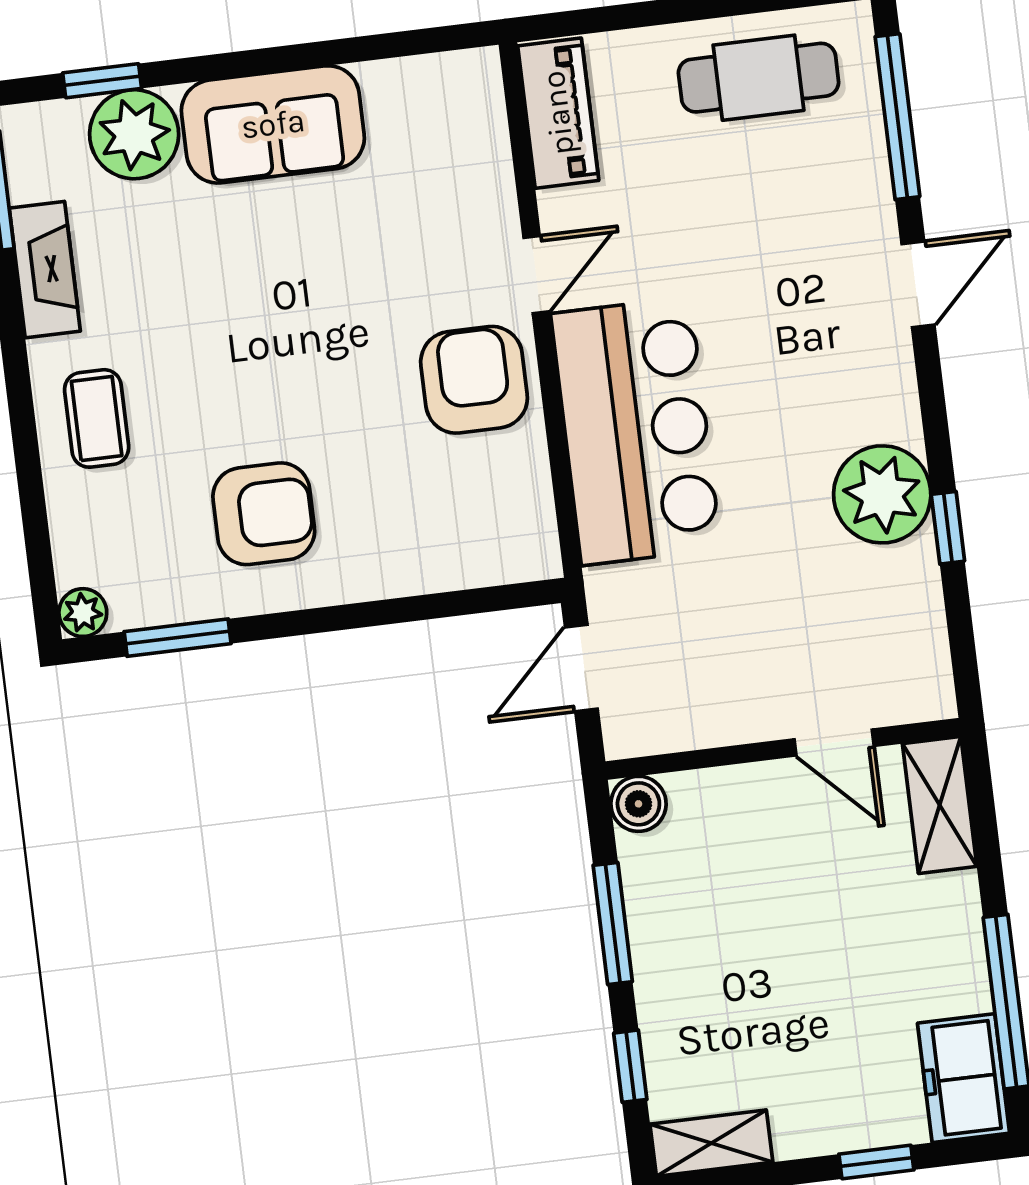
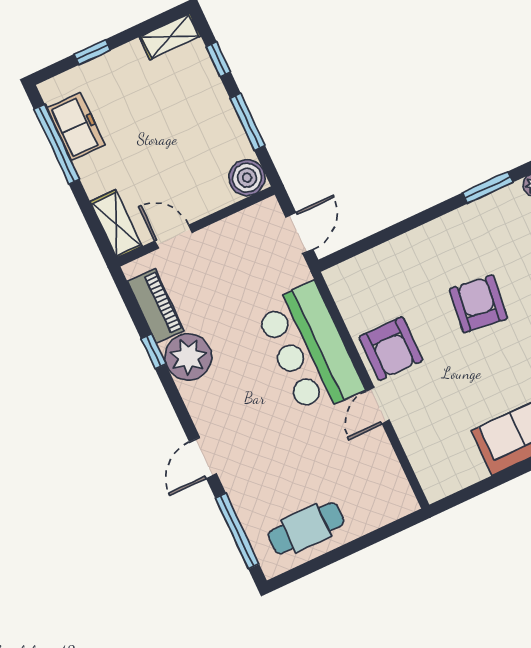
piano: (558, 113) -> (156, 306), moved, turned 180
armchair: (264, 514) -> (478, 304), moved, turned 97
boiler: (638, 804) -> (247, 178), width x1.36, depth x1.36
freezer: (964, 1078) -> (76, 127), moved

